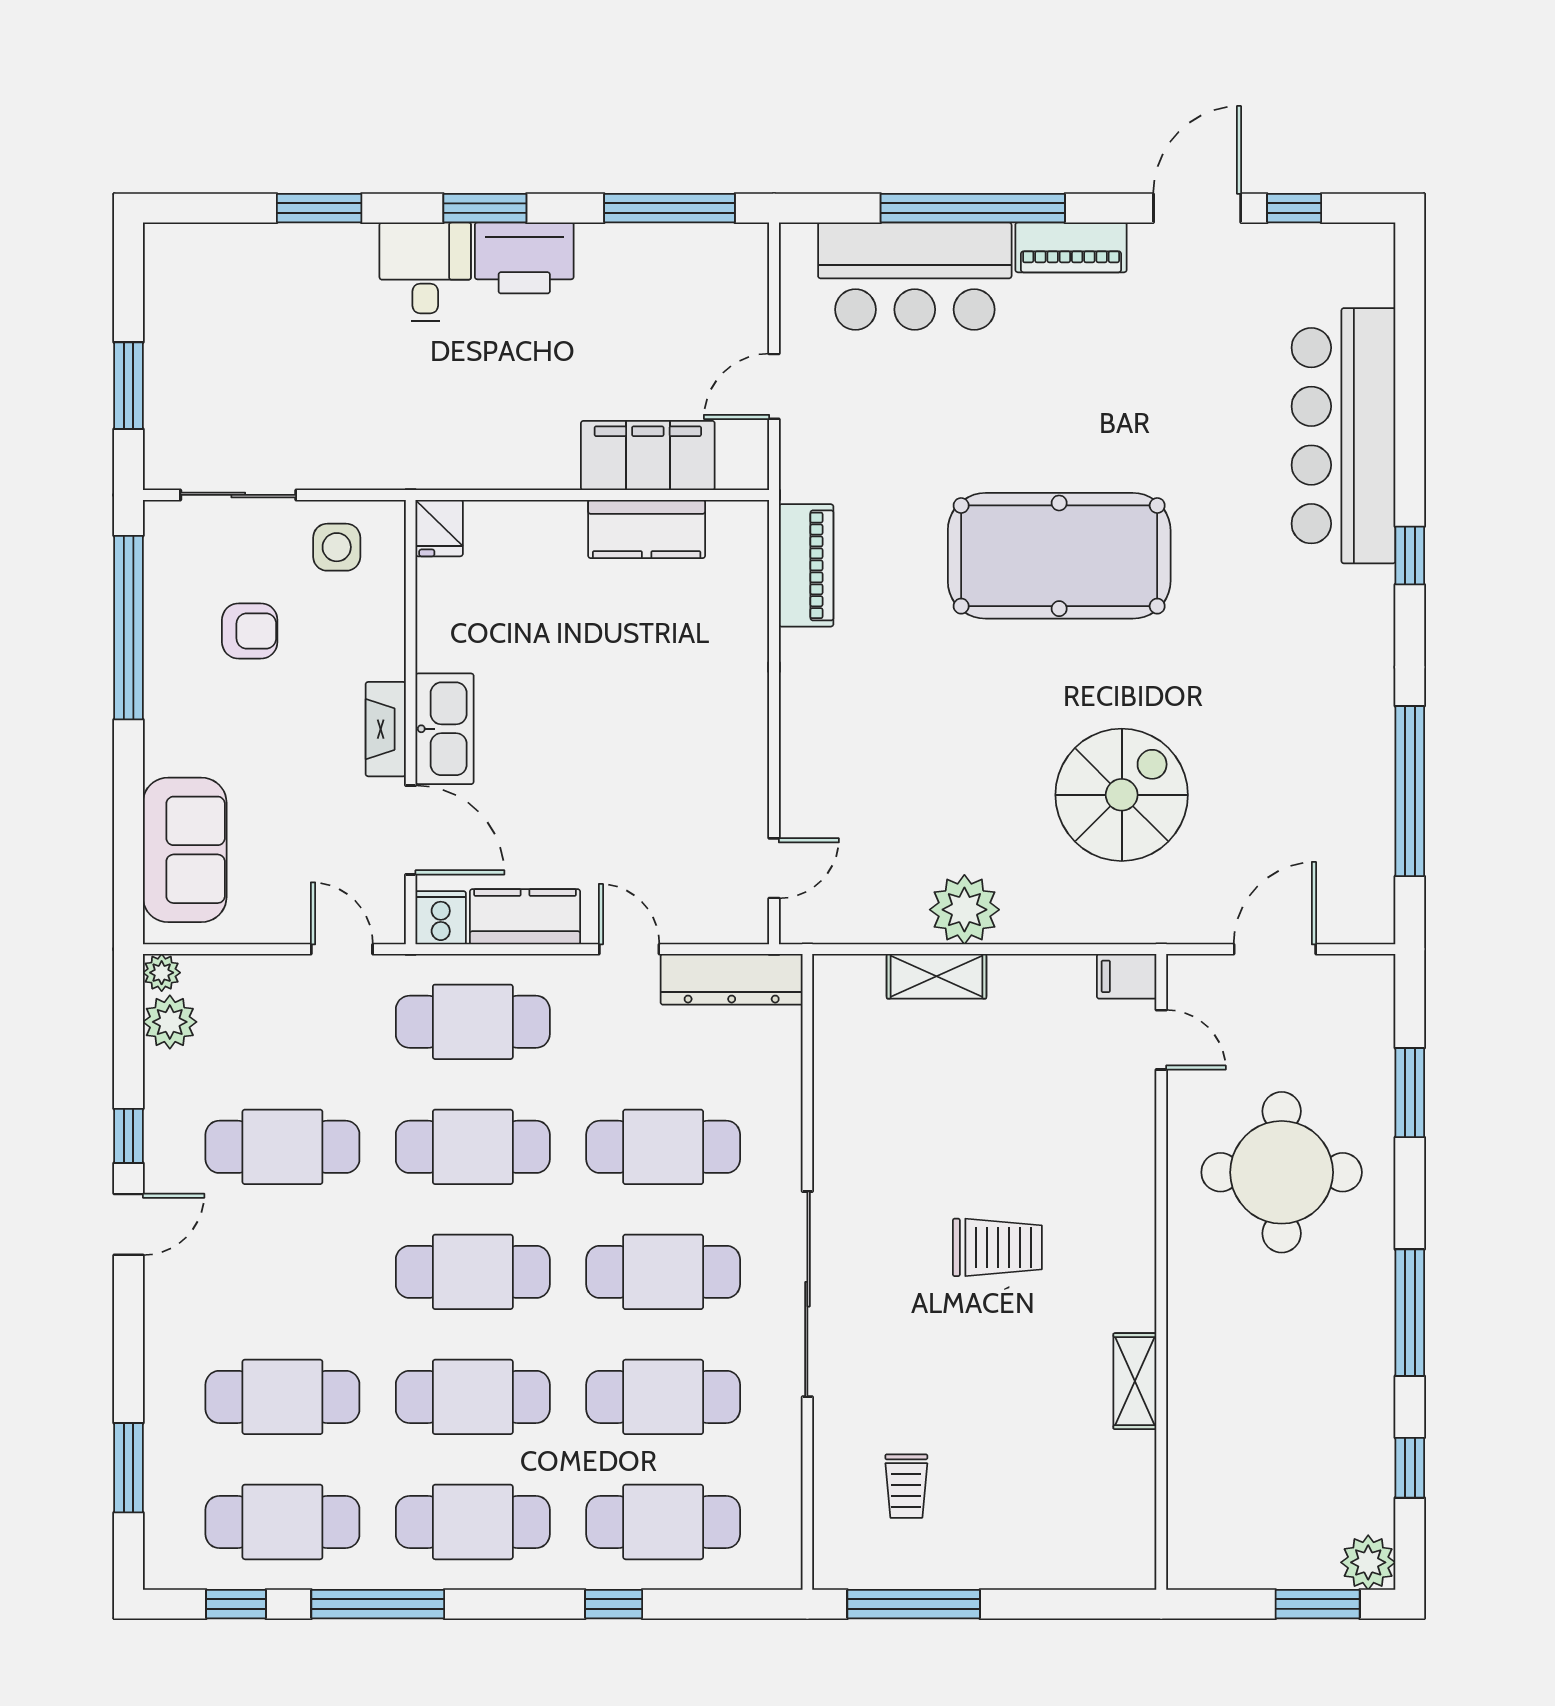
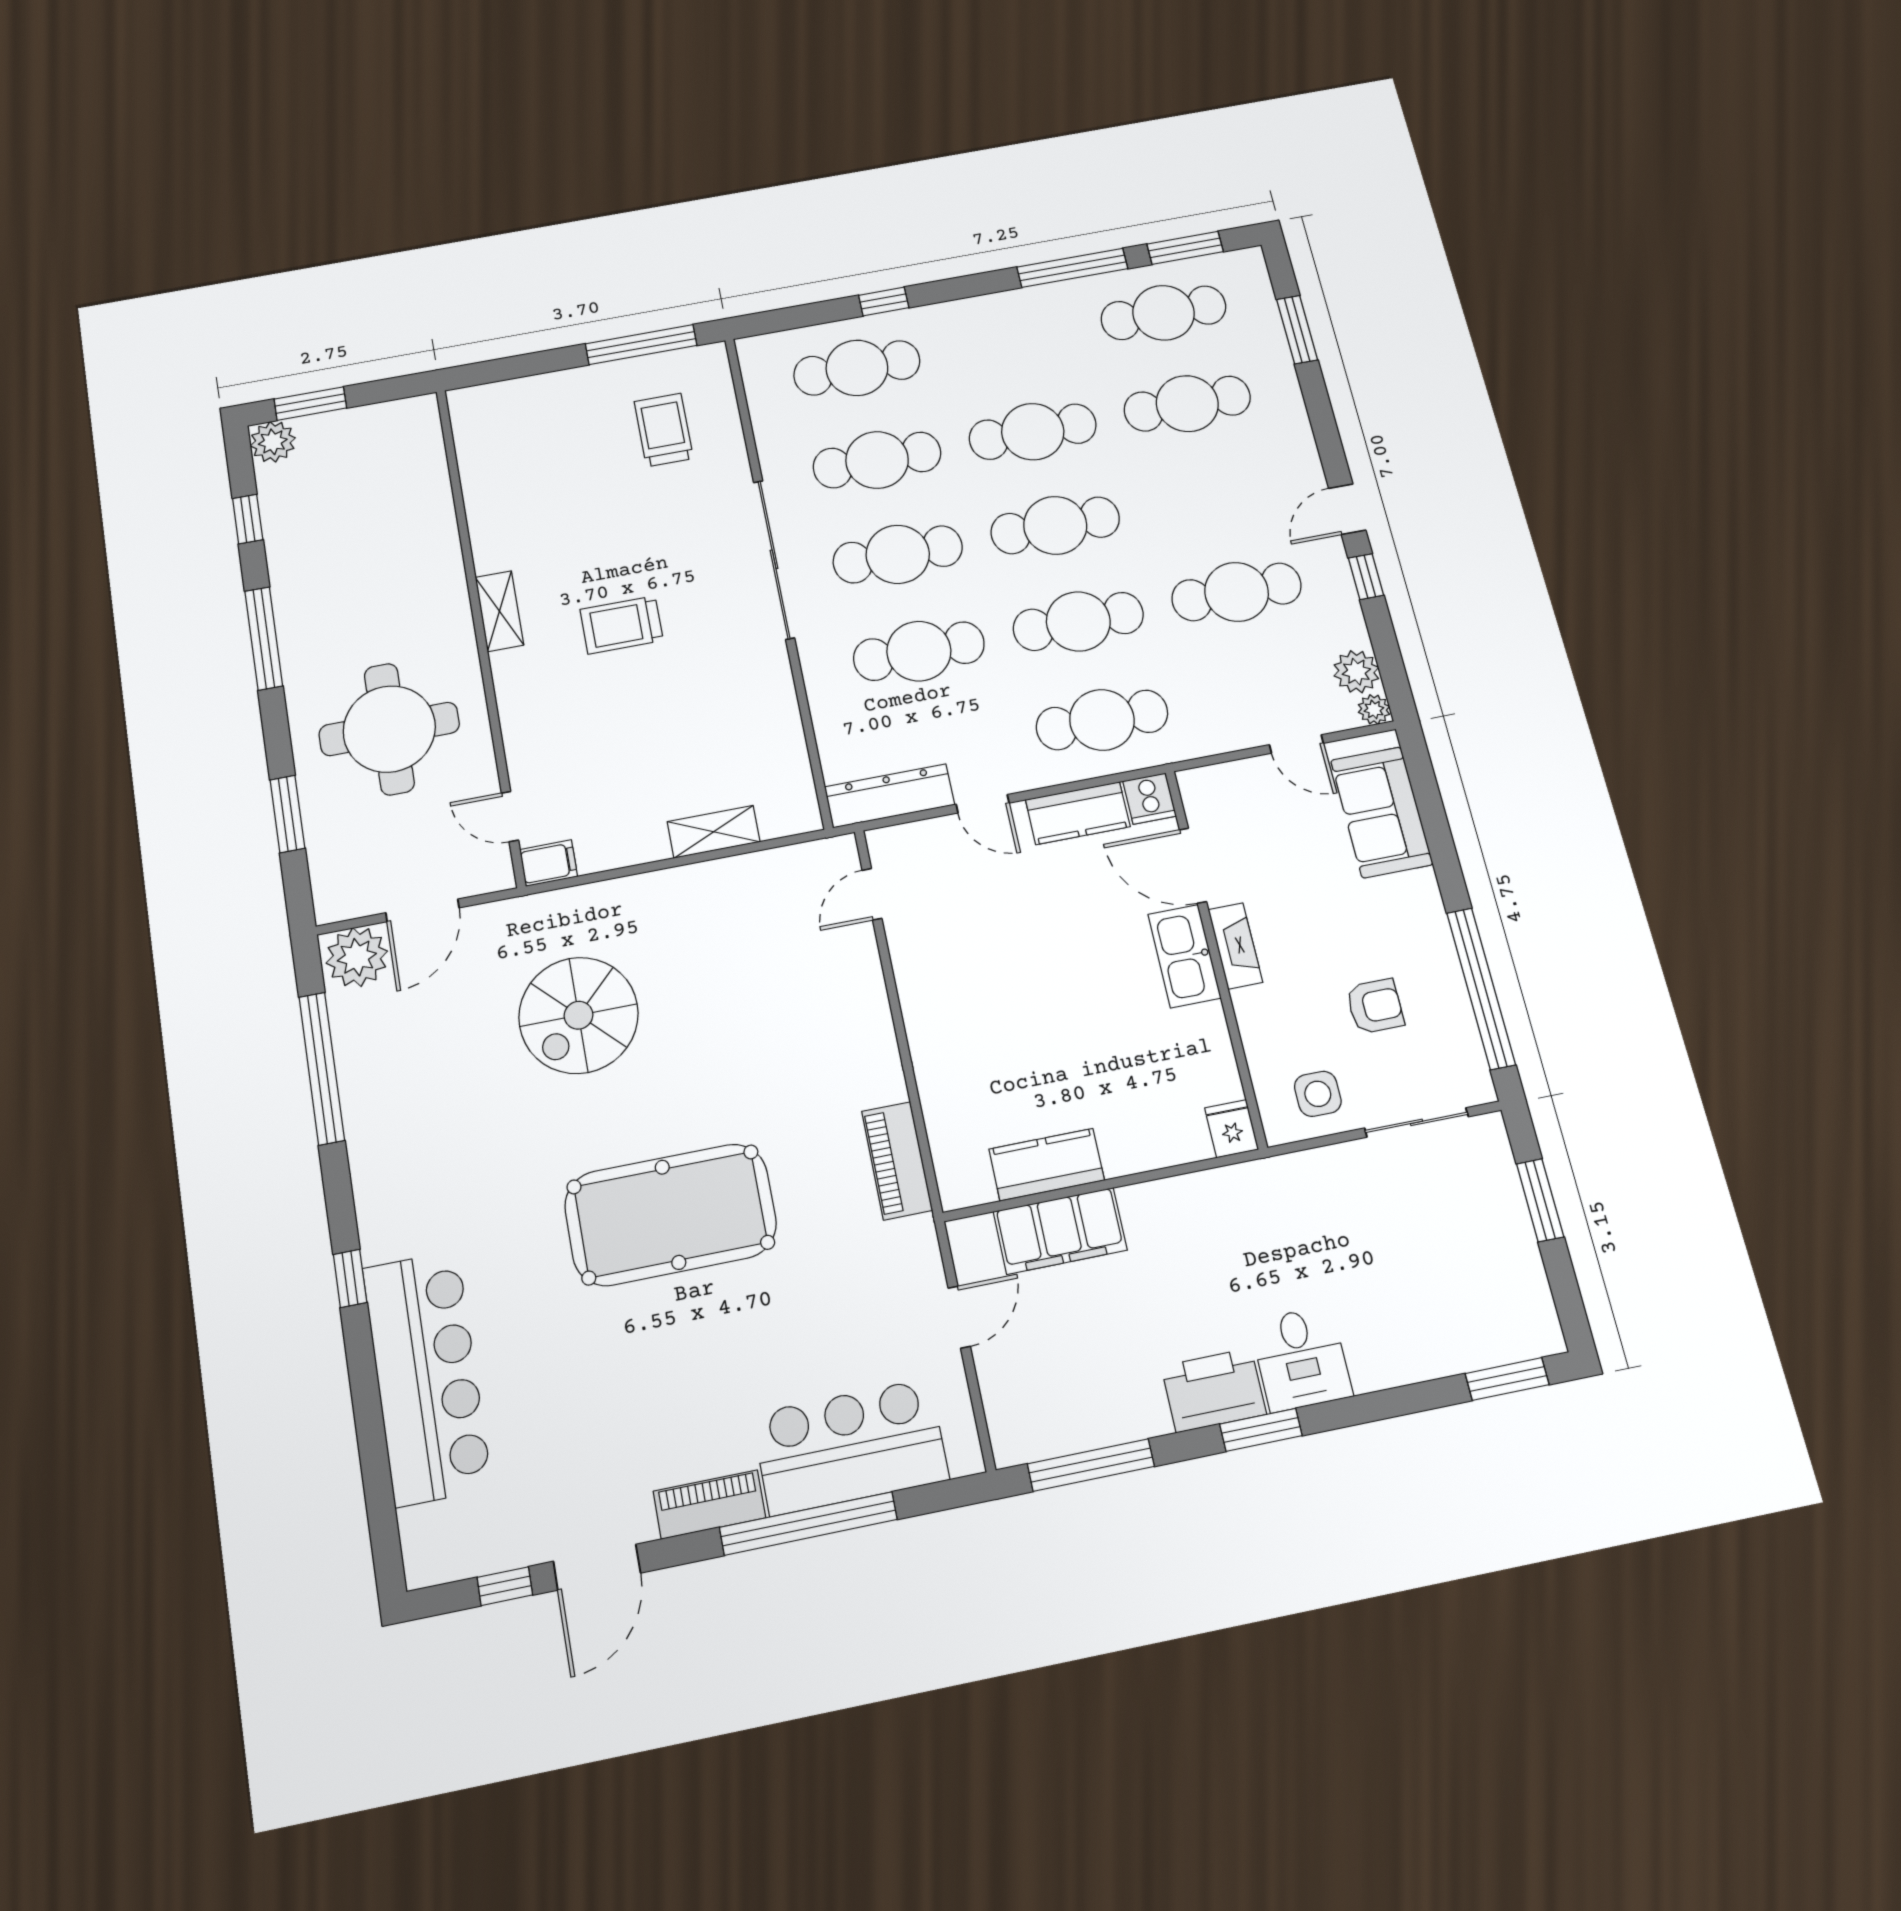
window: (319, 208) -> (1507, 1379), moved
armchair: (250, 631) -> (1375, 1006), turned 180
plant: (964, 910) -> (357, 957), moved
door: (342, 949) -> (1296, 744), moved
shelving: (1135, 1381) -> (499, 611), moved
trolley: (906, 1486) -> (664, 430), width x1.36, depth x1.39
cafe table: (473, 1522) -> (1011, 340), removed
window: (236, 1604) -> (1185, 248), width x1.50

